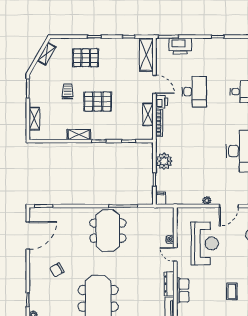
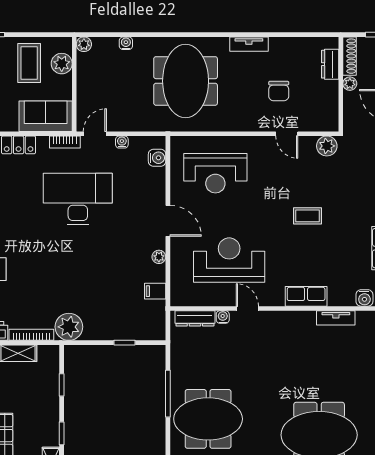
plant: (164, 161) -> (69, 327), moved
filing cabinet: (161, 198) -> (155, 291), moved
door: (175, 255) -> (247, 308), swing flipped
dresser: (169, 284) -> (195, 318), moved

